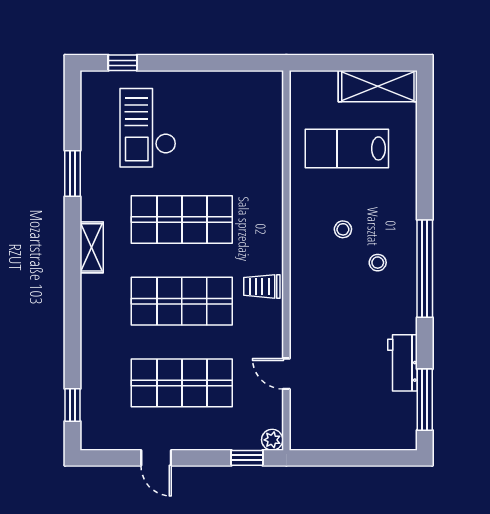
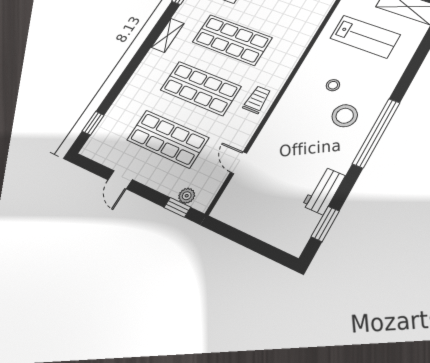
lab bench: (347, 148) -> (365, 37), turned 180
stool: (378, 263) -> (345, 116), width x1.89, depth x1.89
trolley: (262, 286) -> (257, 100), turned 90
window: (425, 400) -> (325, 224), width x0.69
plant: (272, 440) -> (187, 196), moved

